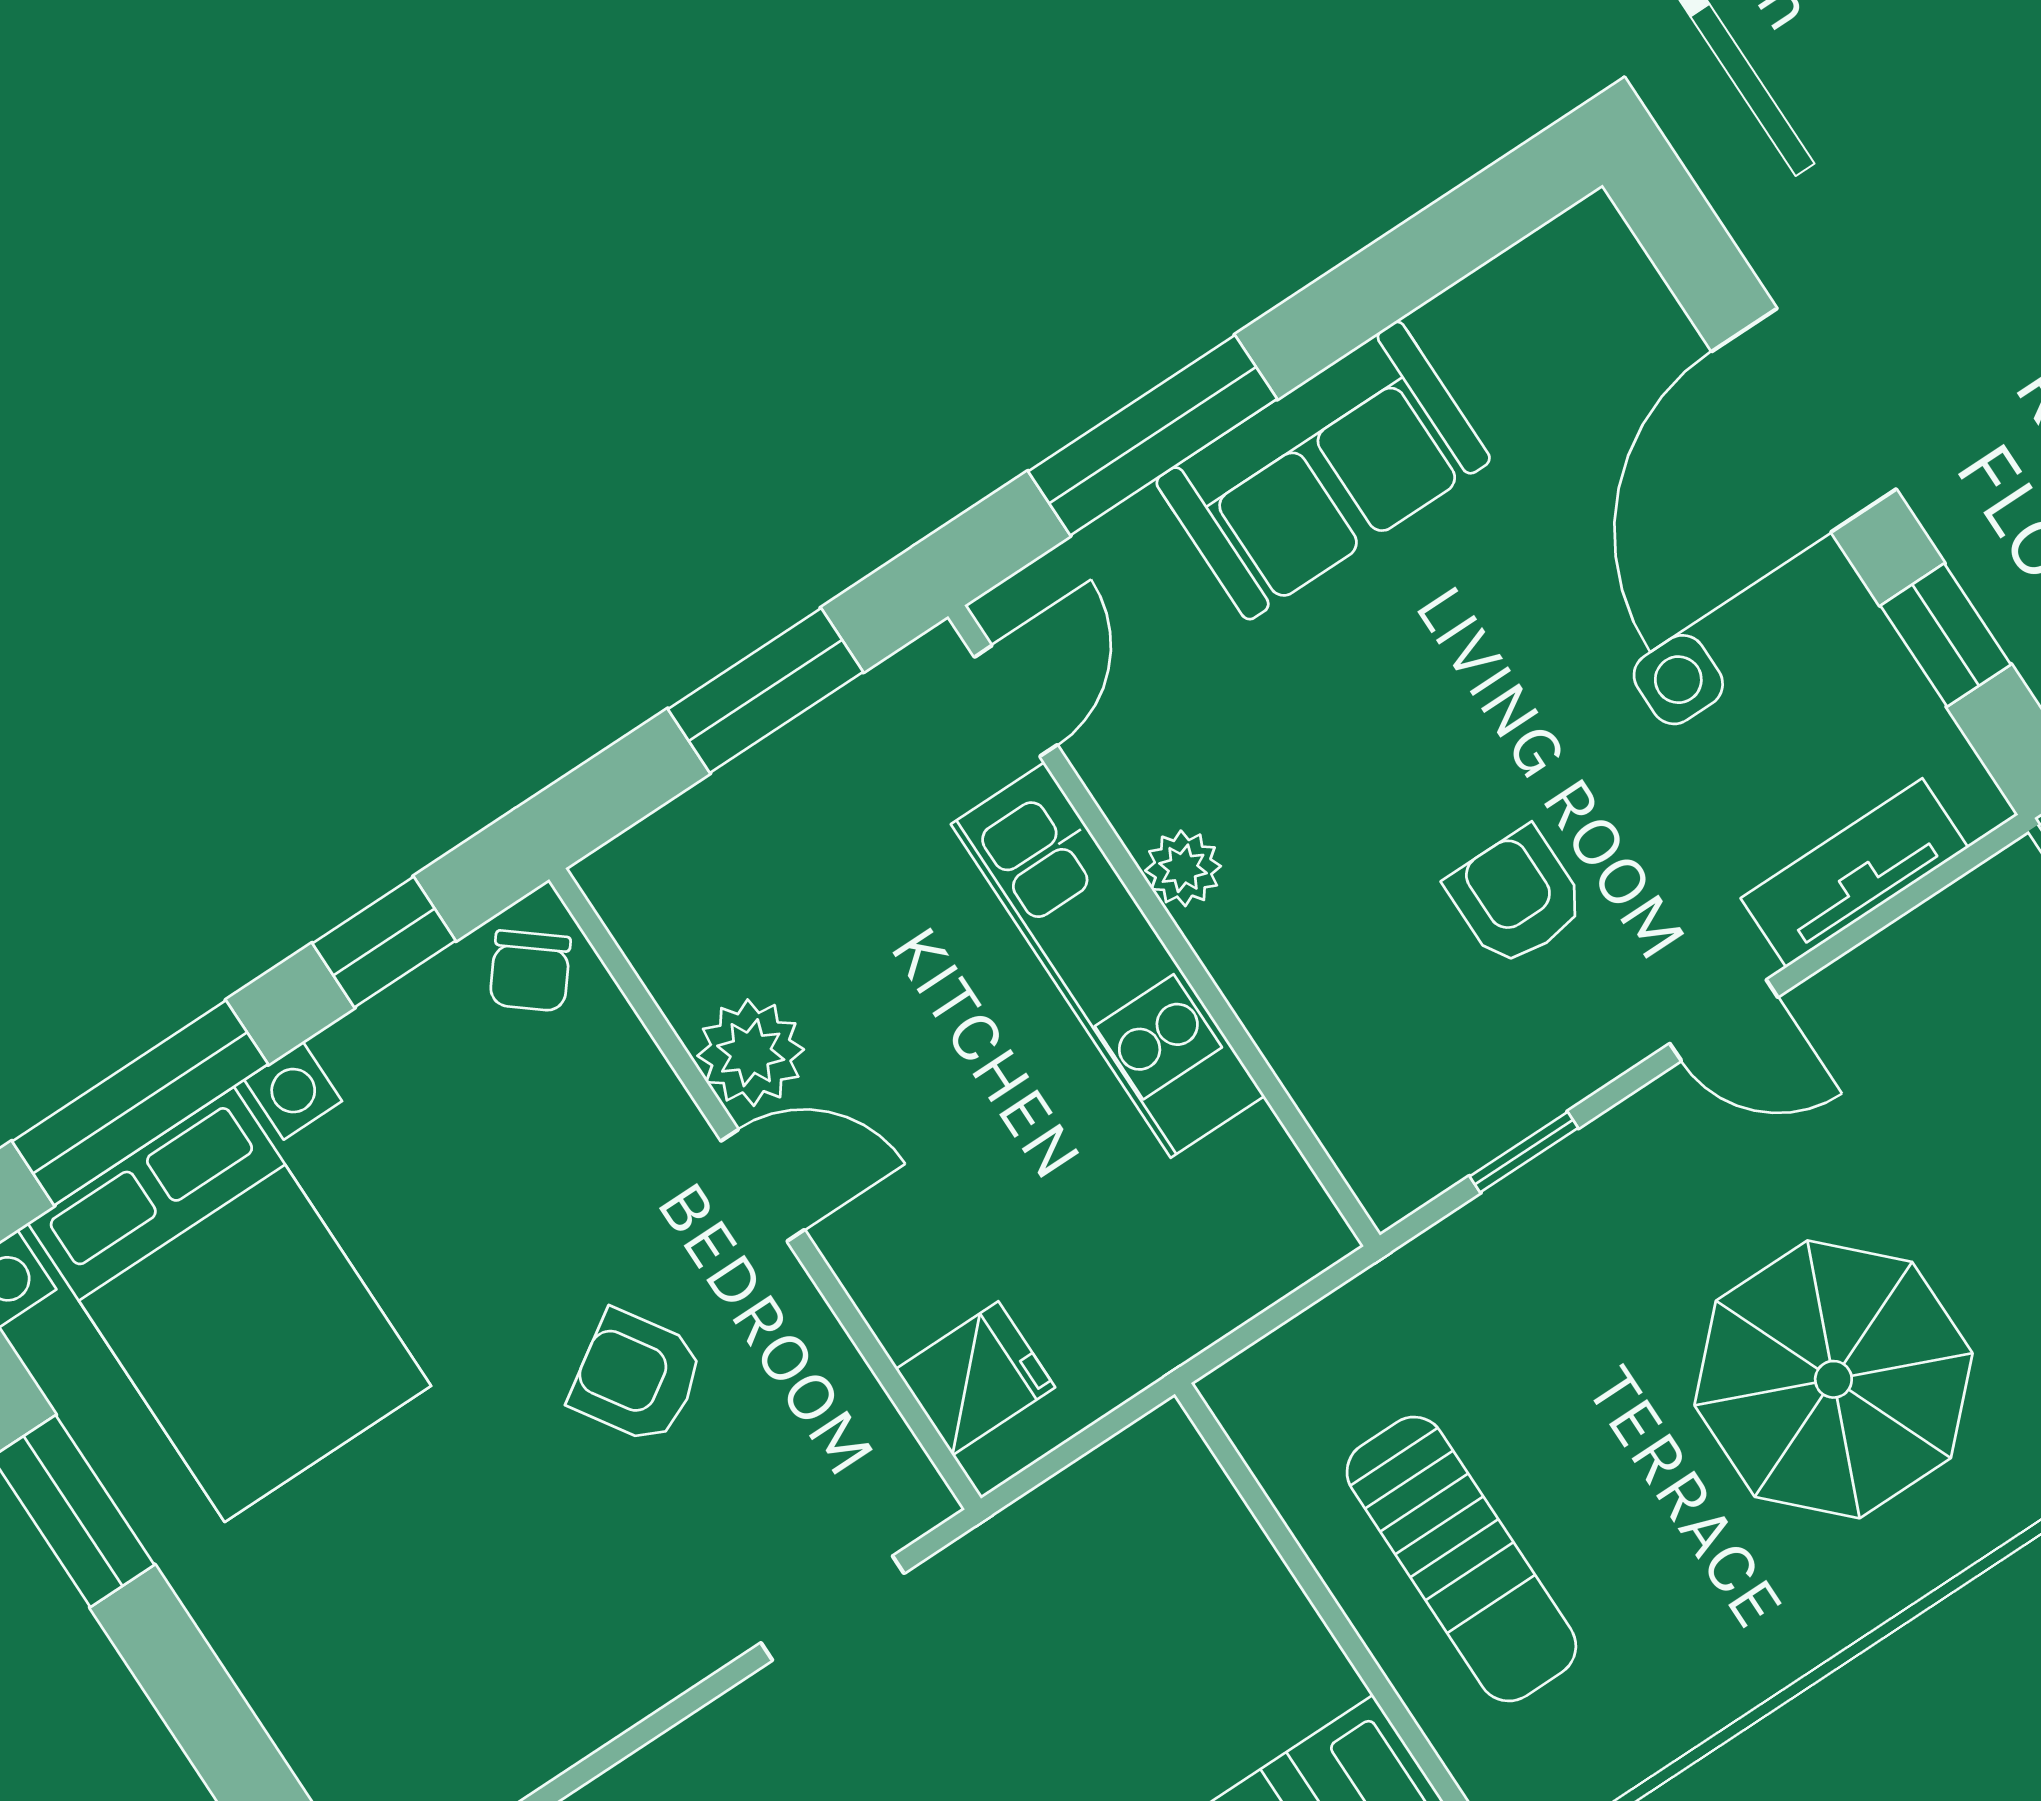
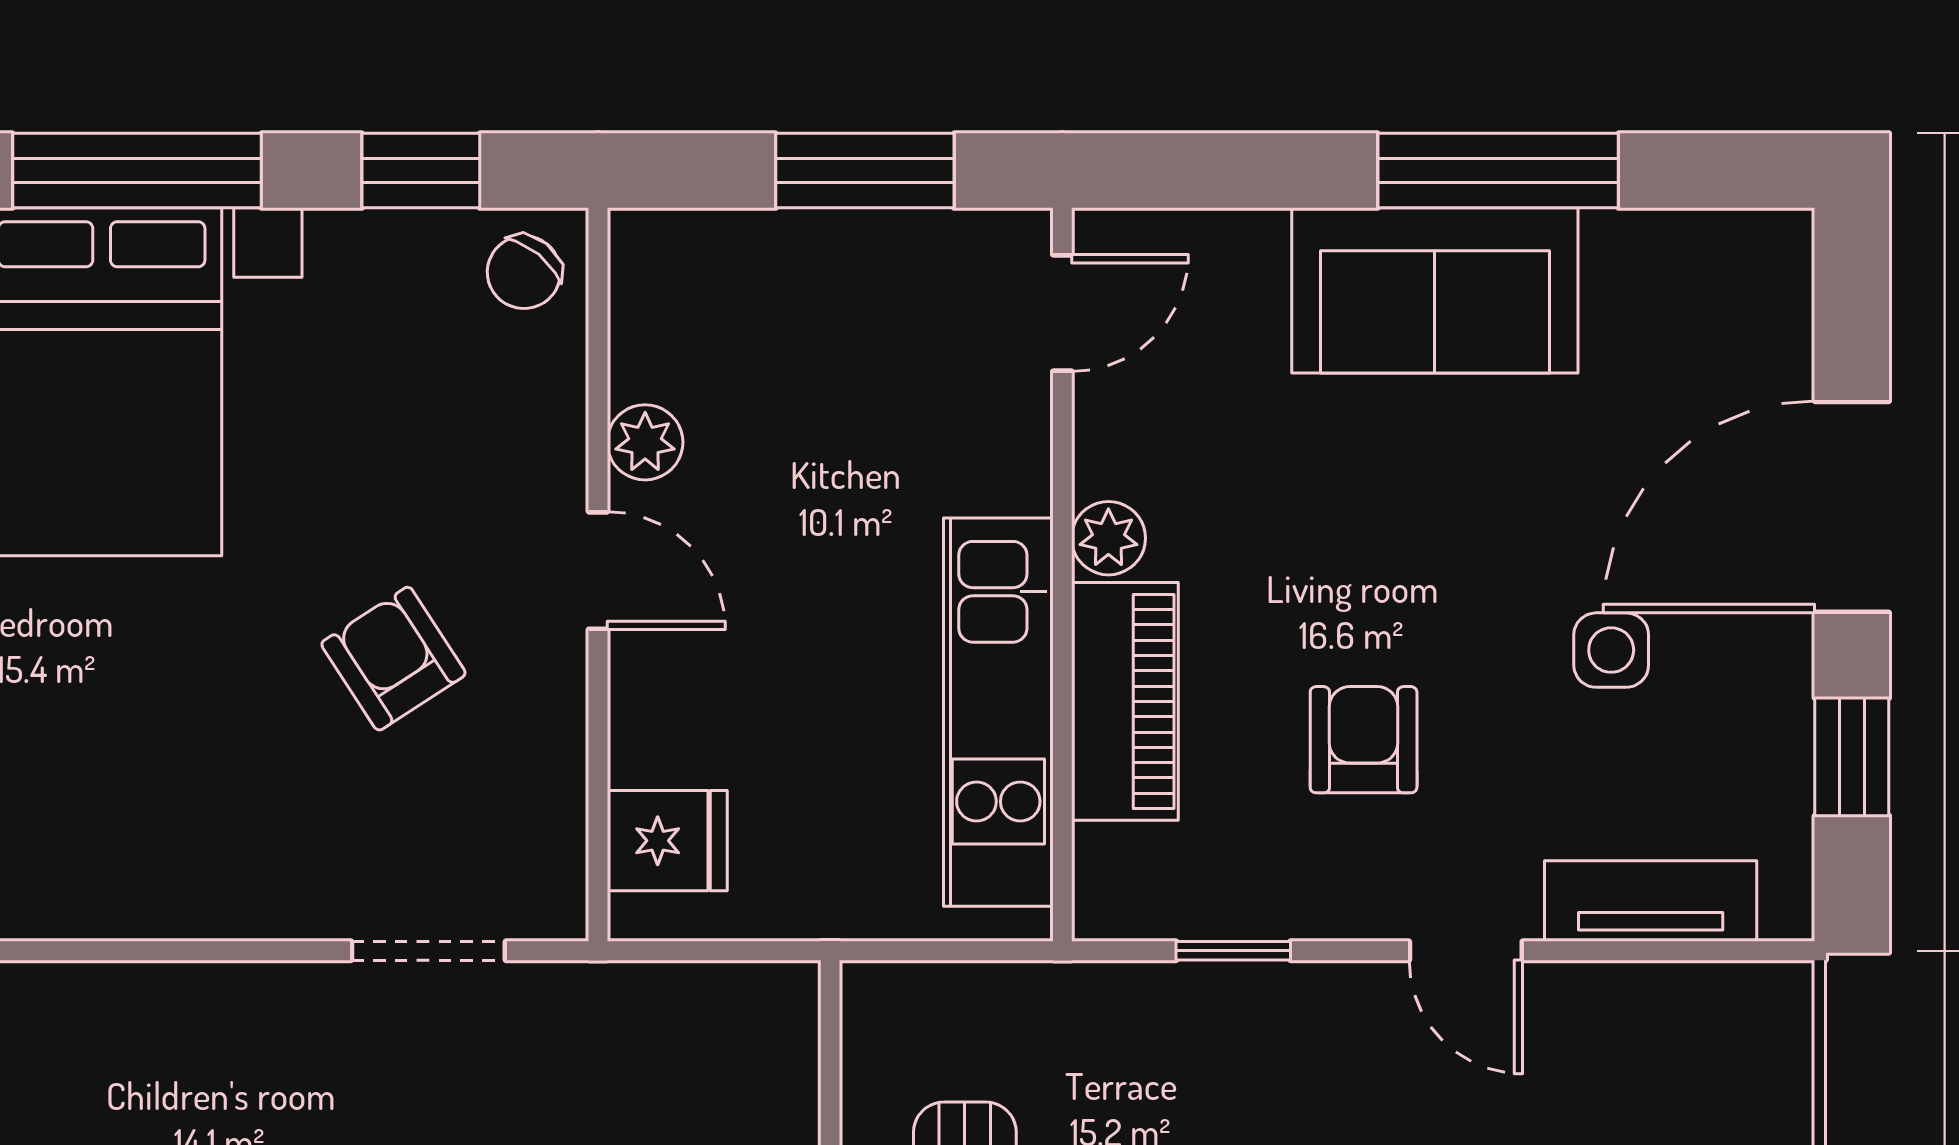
window: (1153, 435) -> (1498, 171), moved
kitchen unit: (1108, 960) -> (998, 712), moved
piano: (1290, 999) -> (1125, 701), added
plant: (751, 1053) -> (645, 442), width x0.73, depth x0.73

